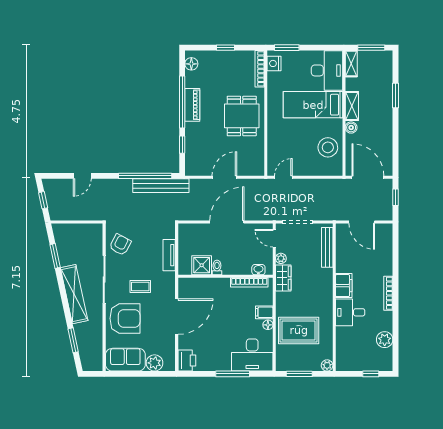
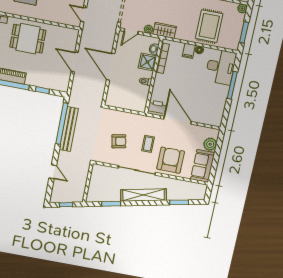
bench: (161, 186) -> (69, 129), moved
armchair: (120, 245) -> (119, 141), moved, turned 141
tv unit: (169, 255) -> (128, 117), removed
shower: (202, 265) -> (147, 62), moved
printer: (187, 360) -> (157, 108), moved

